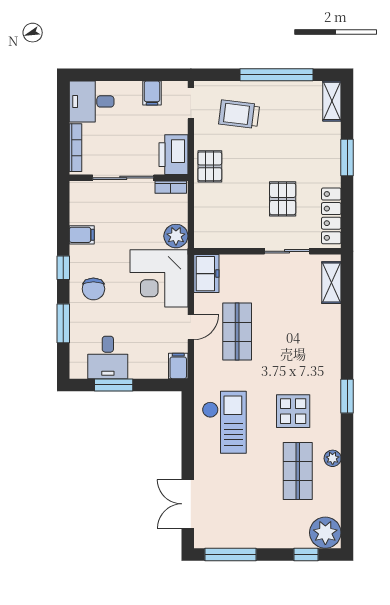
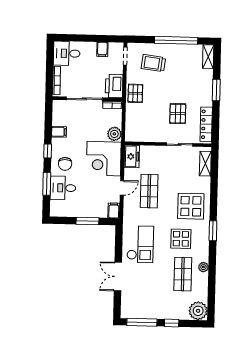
display table: (309, 355) -> (191, 206), added
desk: (108, 357) -> (63, 188), moved, turned 90
window: (114, 385) -> (87, 221), moved
double door: (188, 504) -> (118, 277), moved
window: (306, 554) -> (172, 323), moved

